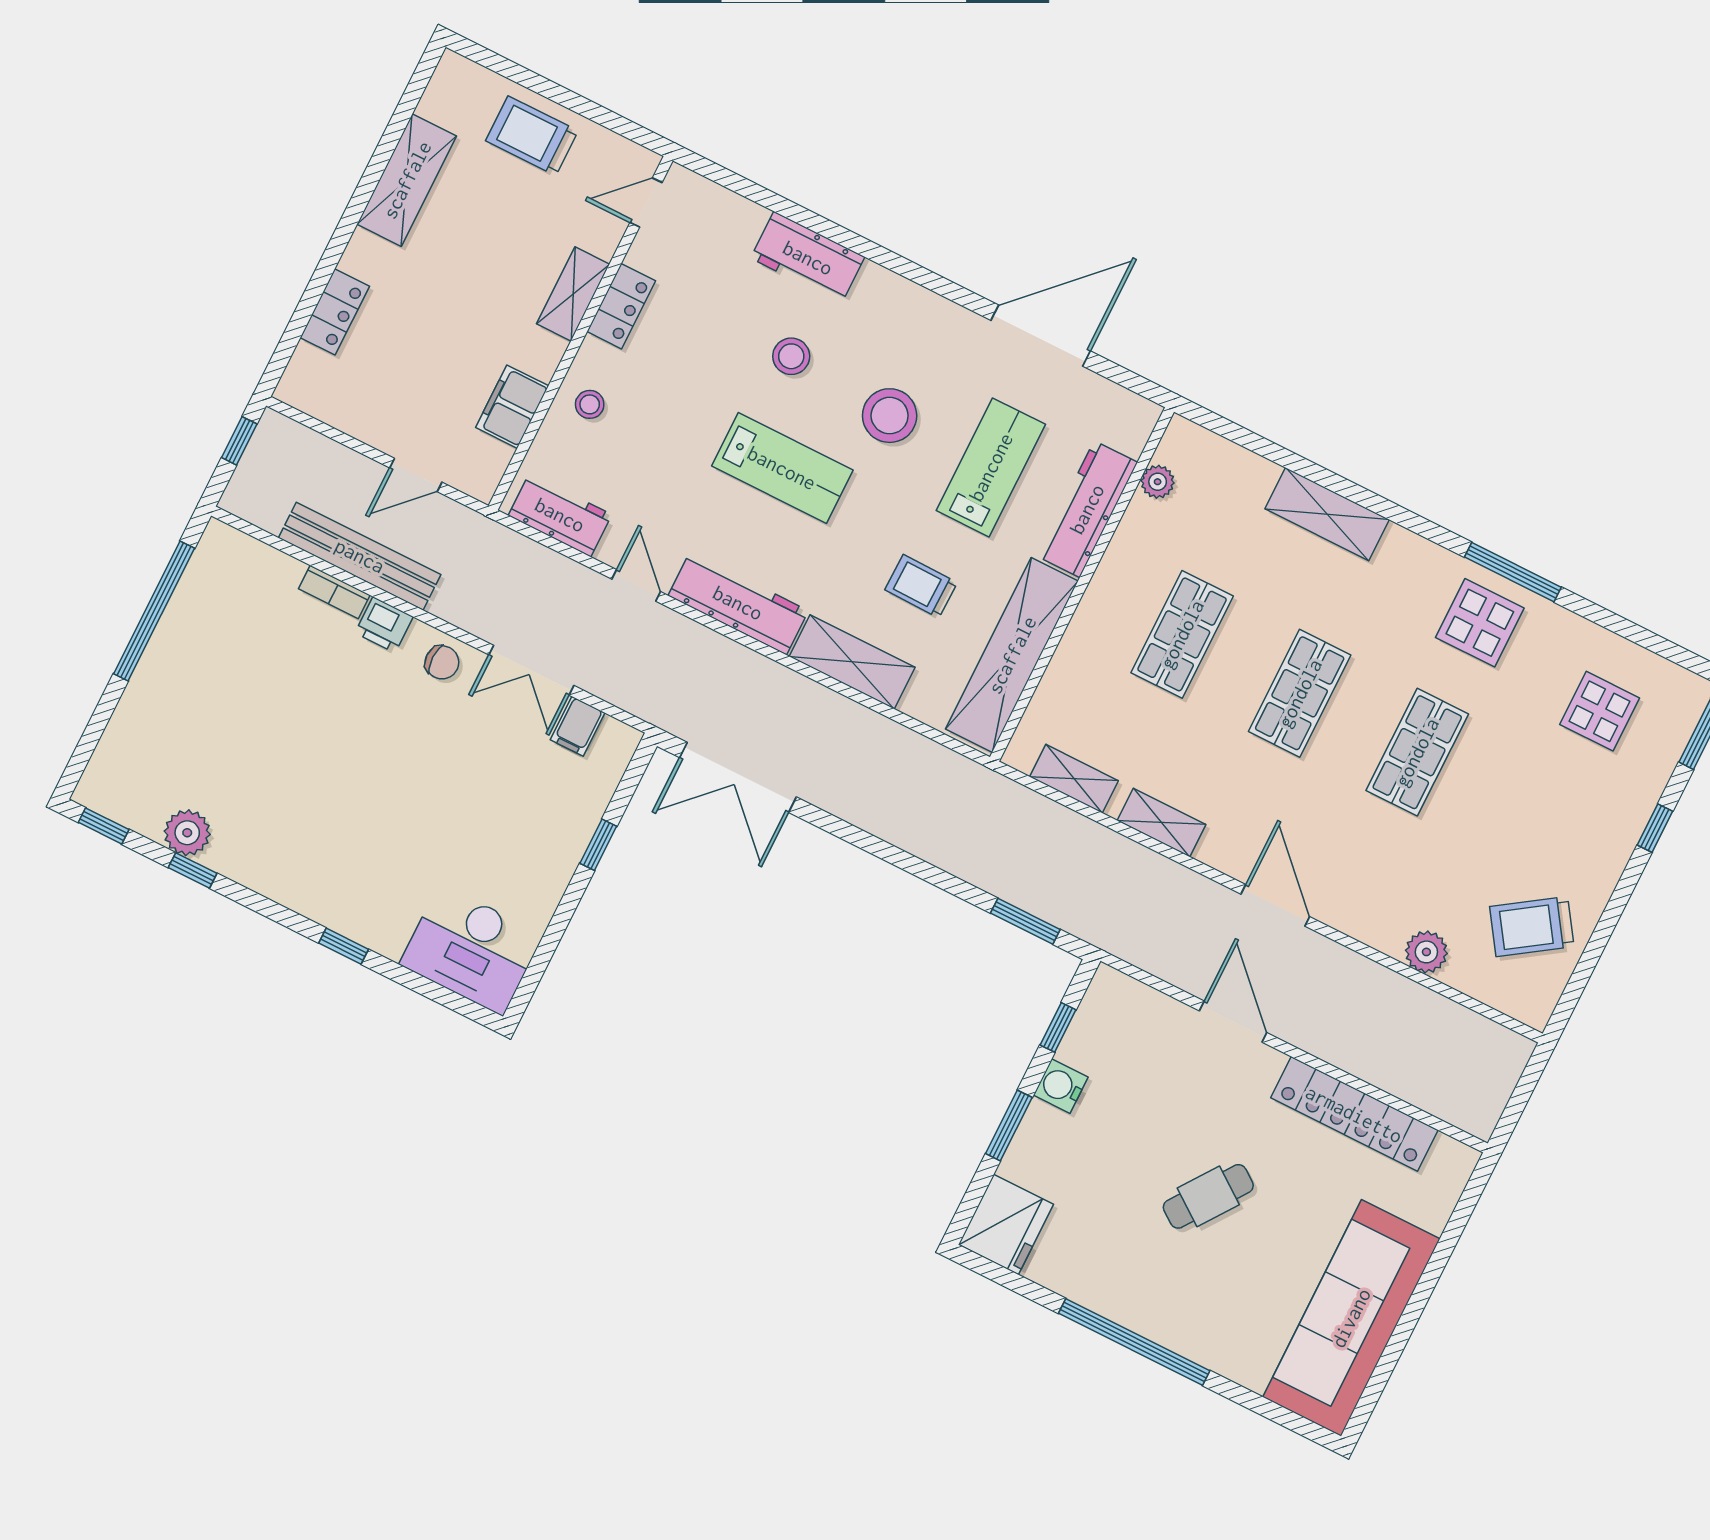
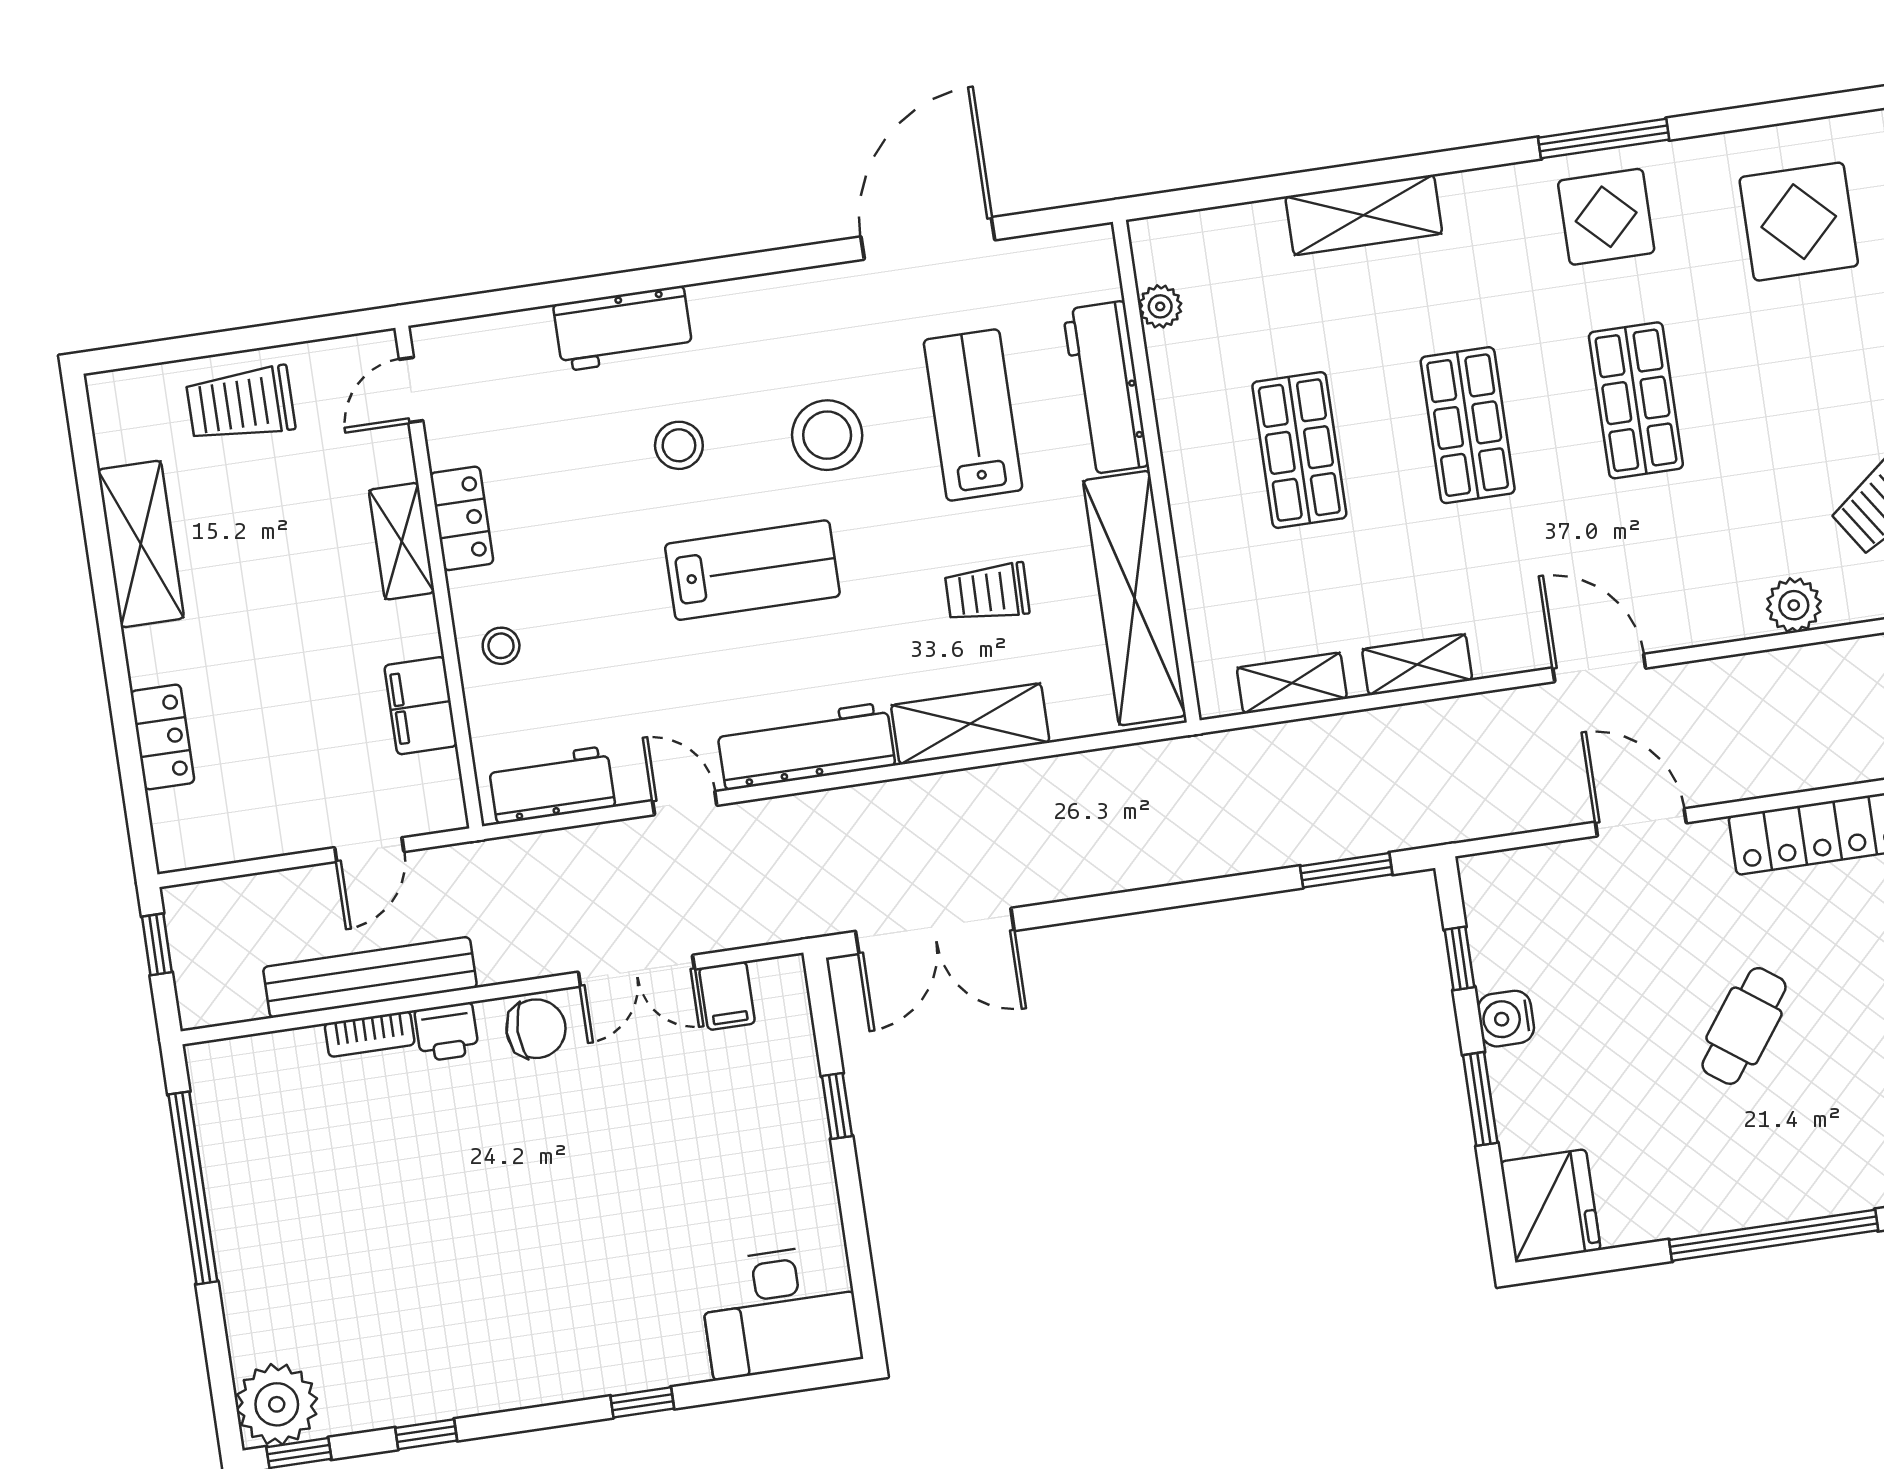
chair: (442, 662) -> (536, 1029), width x1.37, depth x1.37
display table: (1600, 711) -> (1799, 222), width x1.36, depth x1.36
plant: (187, 833) -> (277, 1404), moved, width x1.36, depth x1.36

